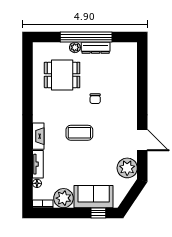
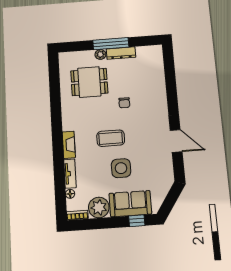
window: (86, 37) -> (111, 44), width x0.68
side table: (87, 162) -> (121, 168), added
plant: (127, 168) -> (163, 171), removed

